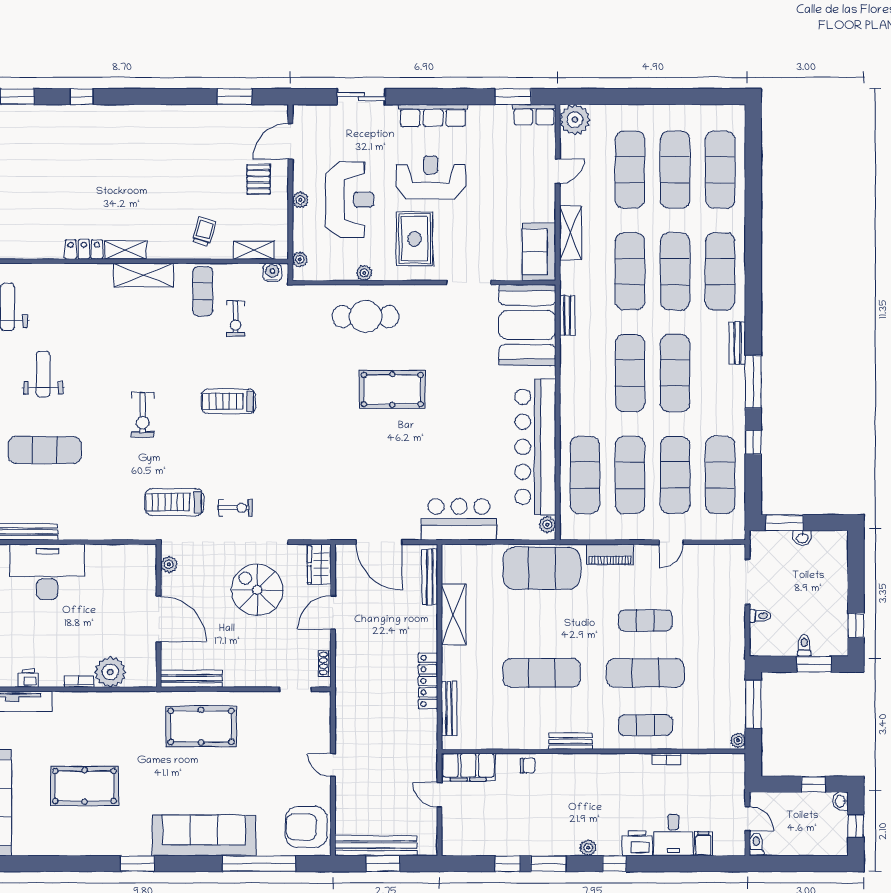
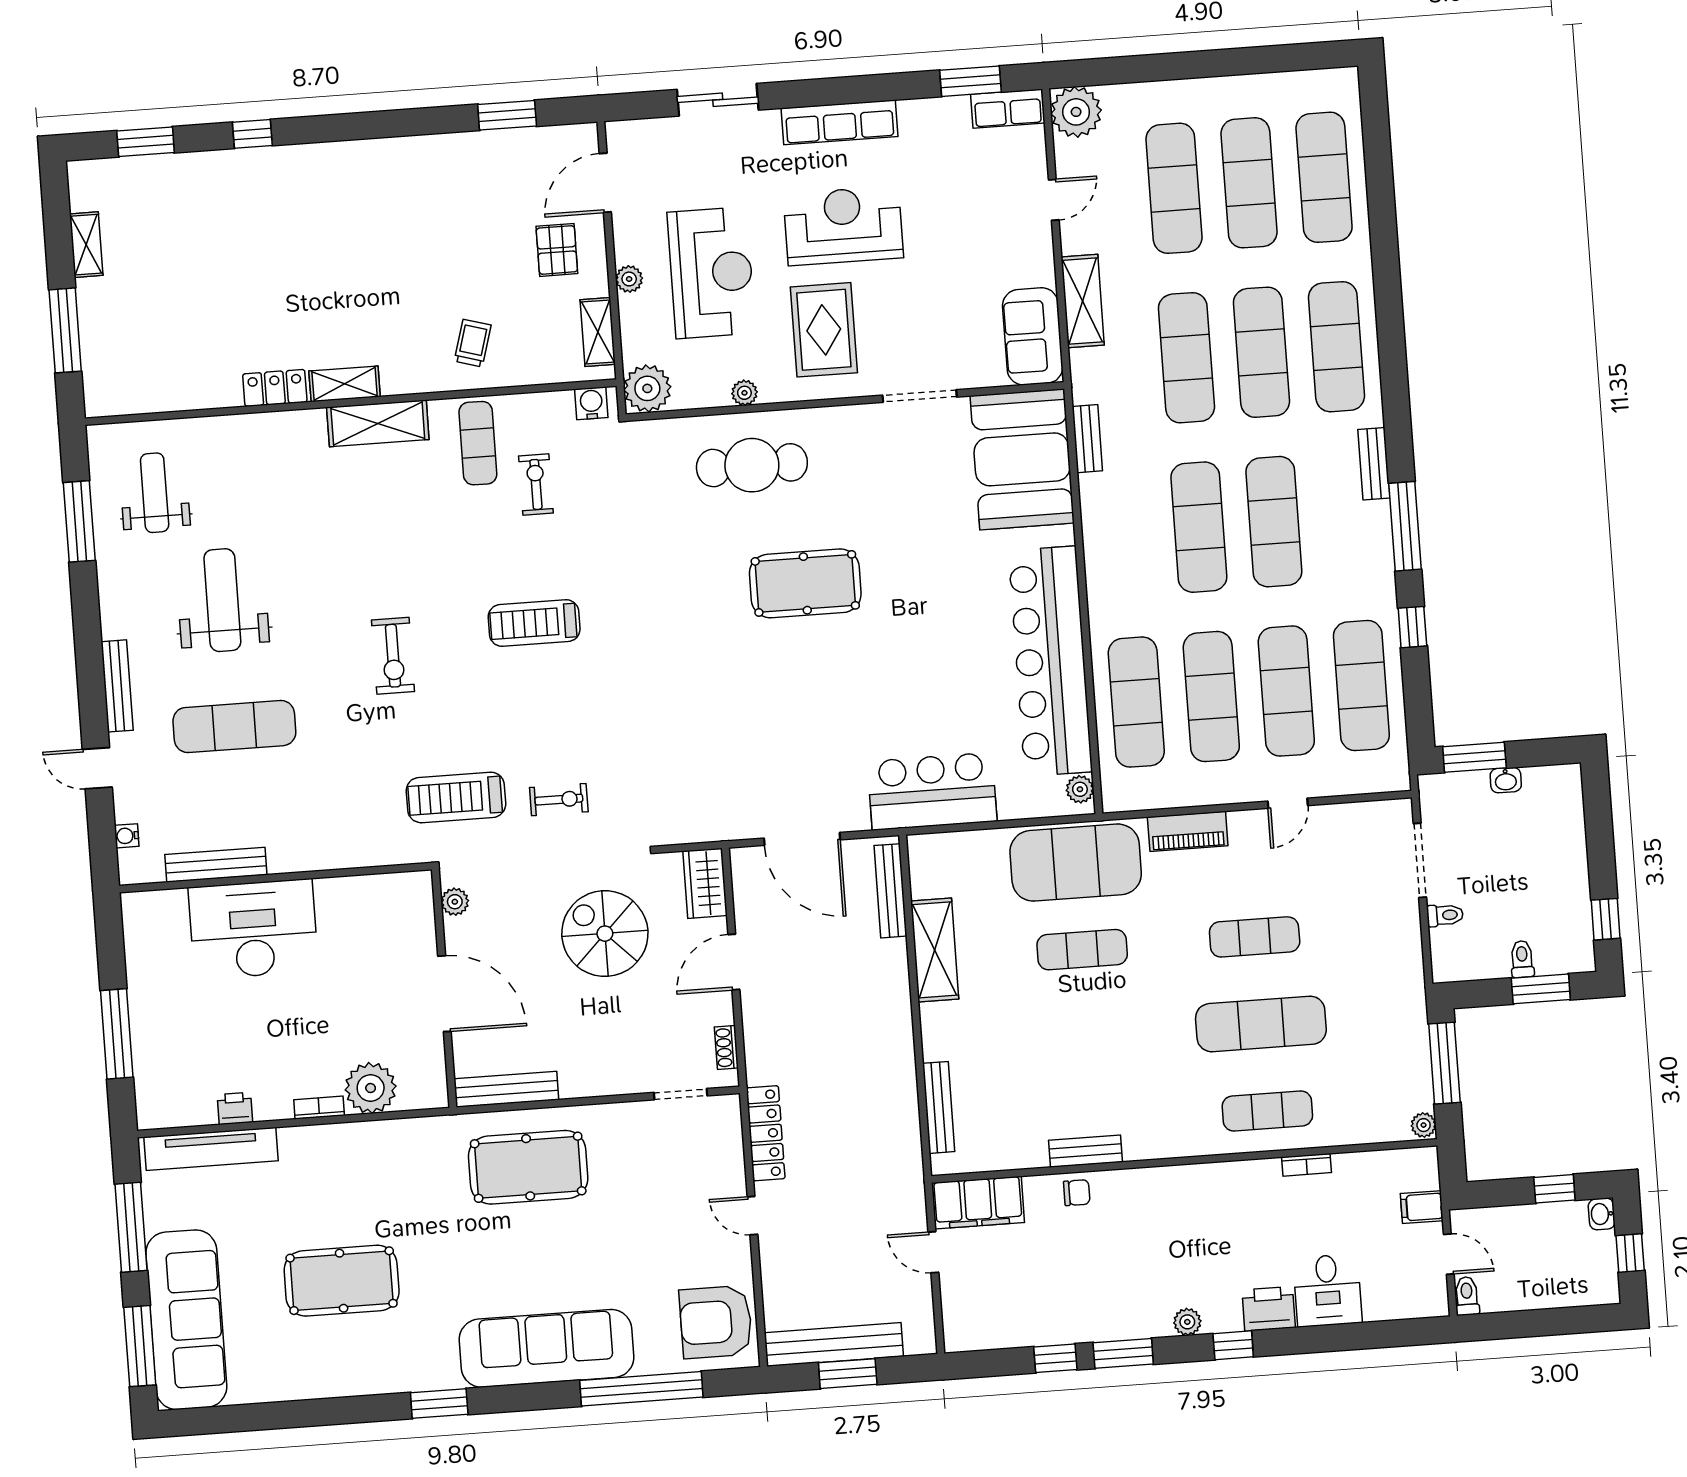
shelving: (254, 250) -> (598, 332), moved, turned 90
plant: (300, 259) -> (647, 388), width x1.88, depth x1.88
exercise bike: (236, 319) -> (536, 484), turned 180
weight bench: (43, 374) -> (222, 600), width x1.36, depth x1.33
exercise mat: (542, 673) -> (1082, 950), moved, width x0.73, depth x0.69
locker: (428, 681) -> (766, 1133), moved, turned 180
bench: (571, 741) -> (1086, 1151), moved
filing cabinet: (703, 844) -> (1422, 1207), moved, turned -90

